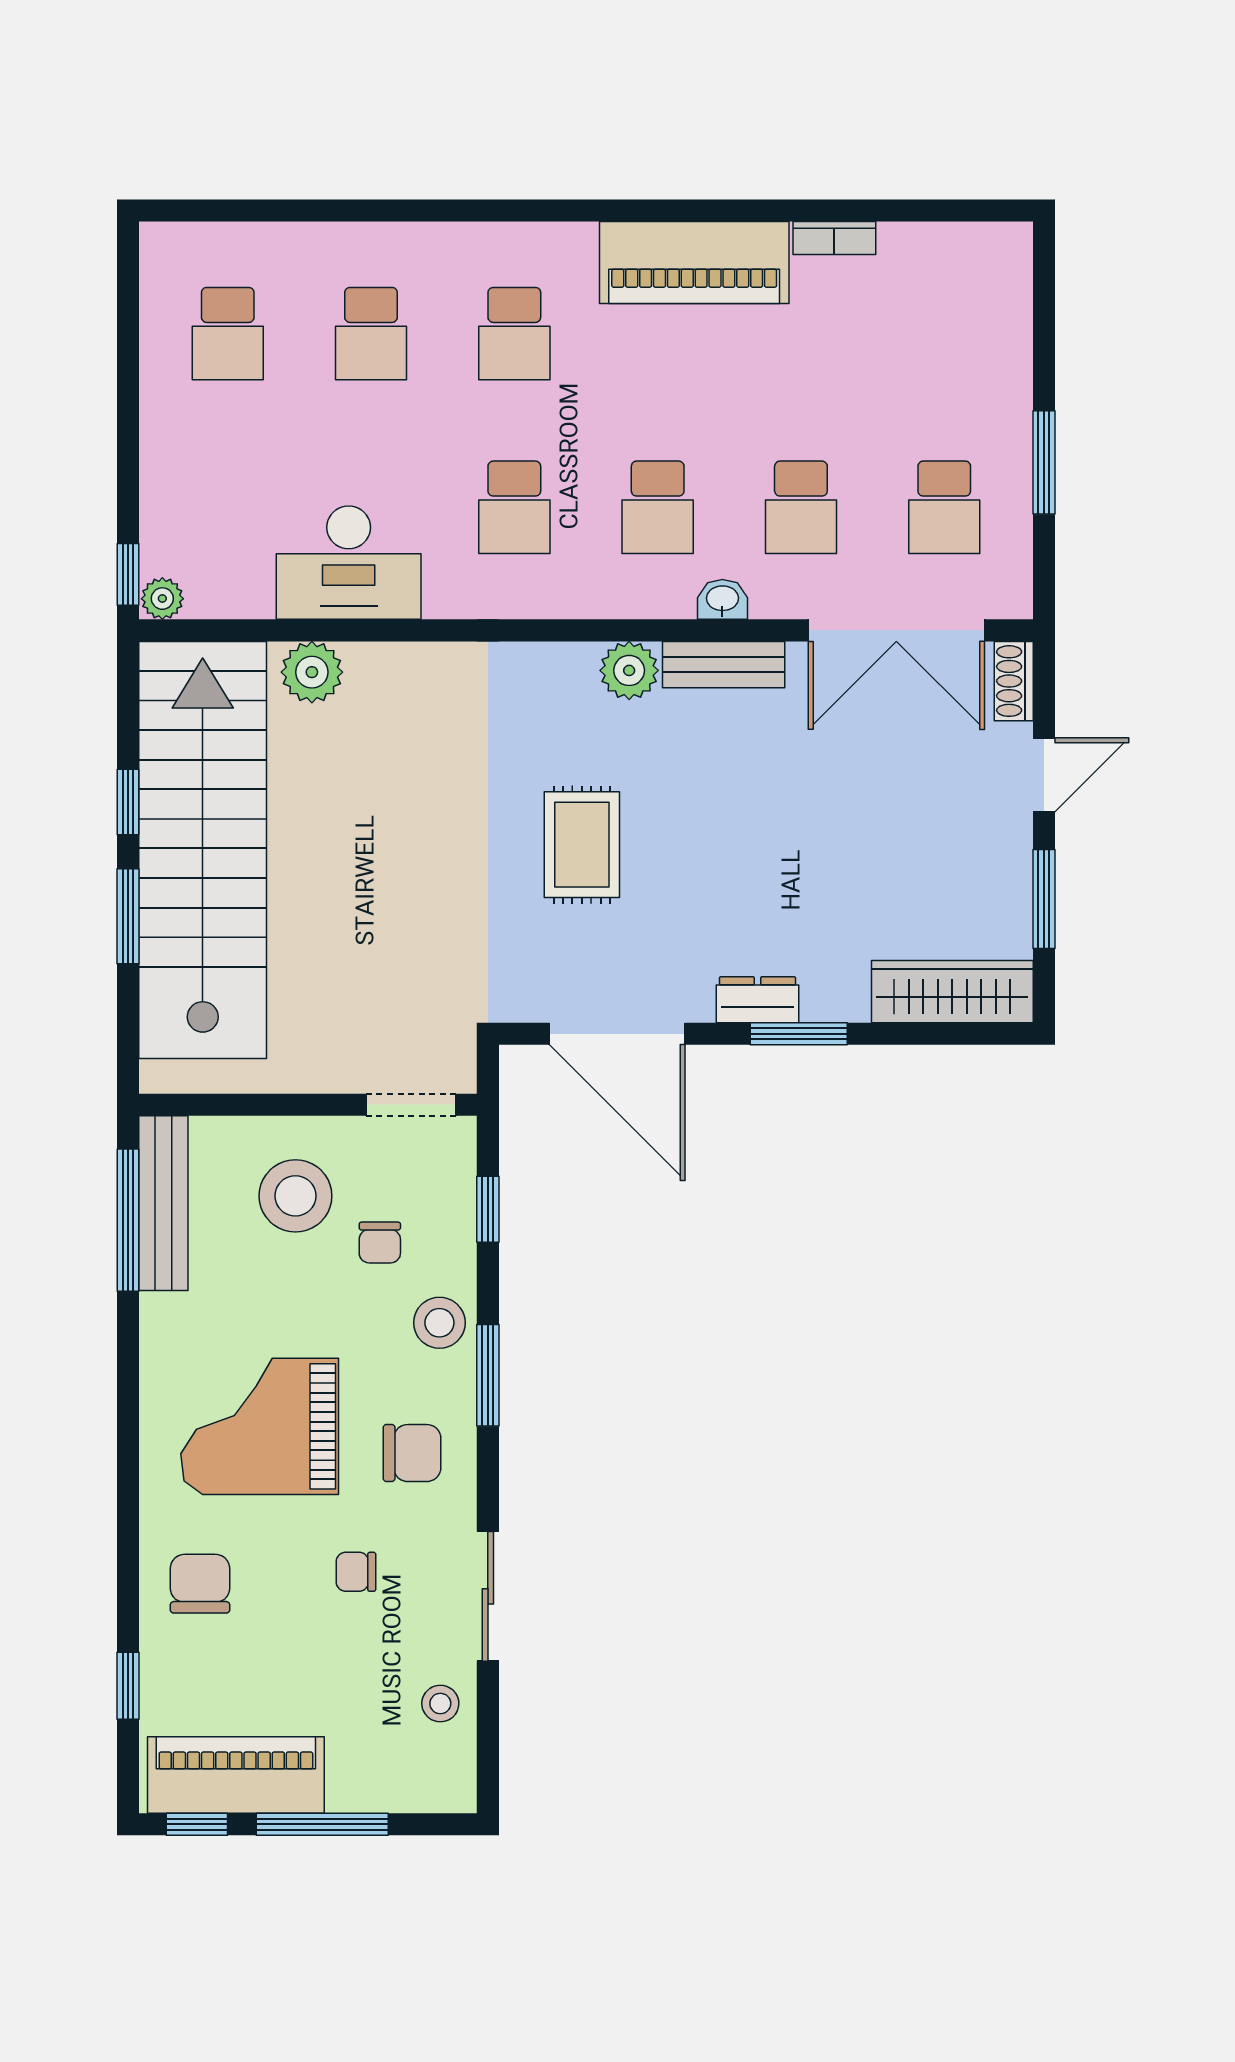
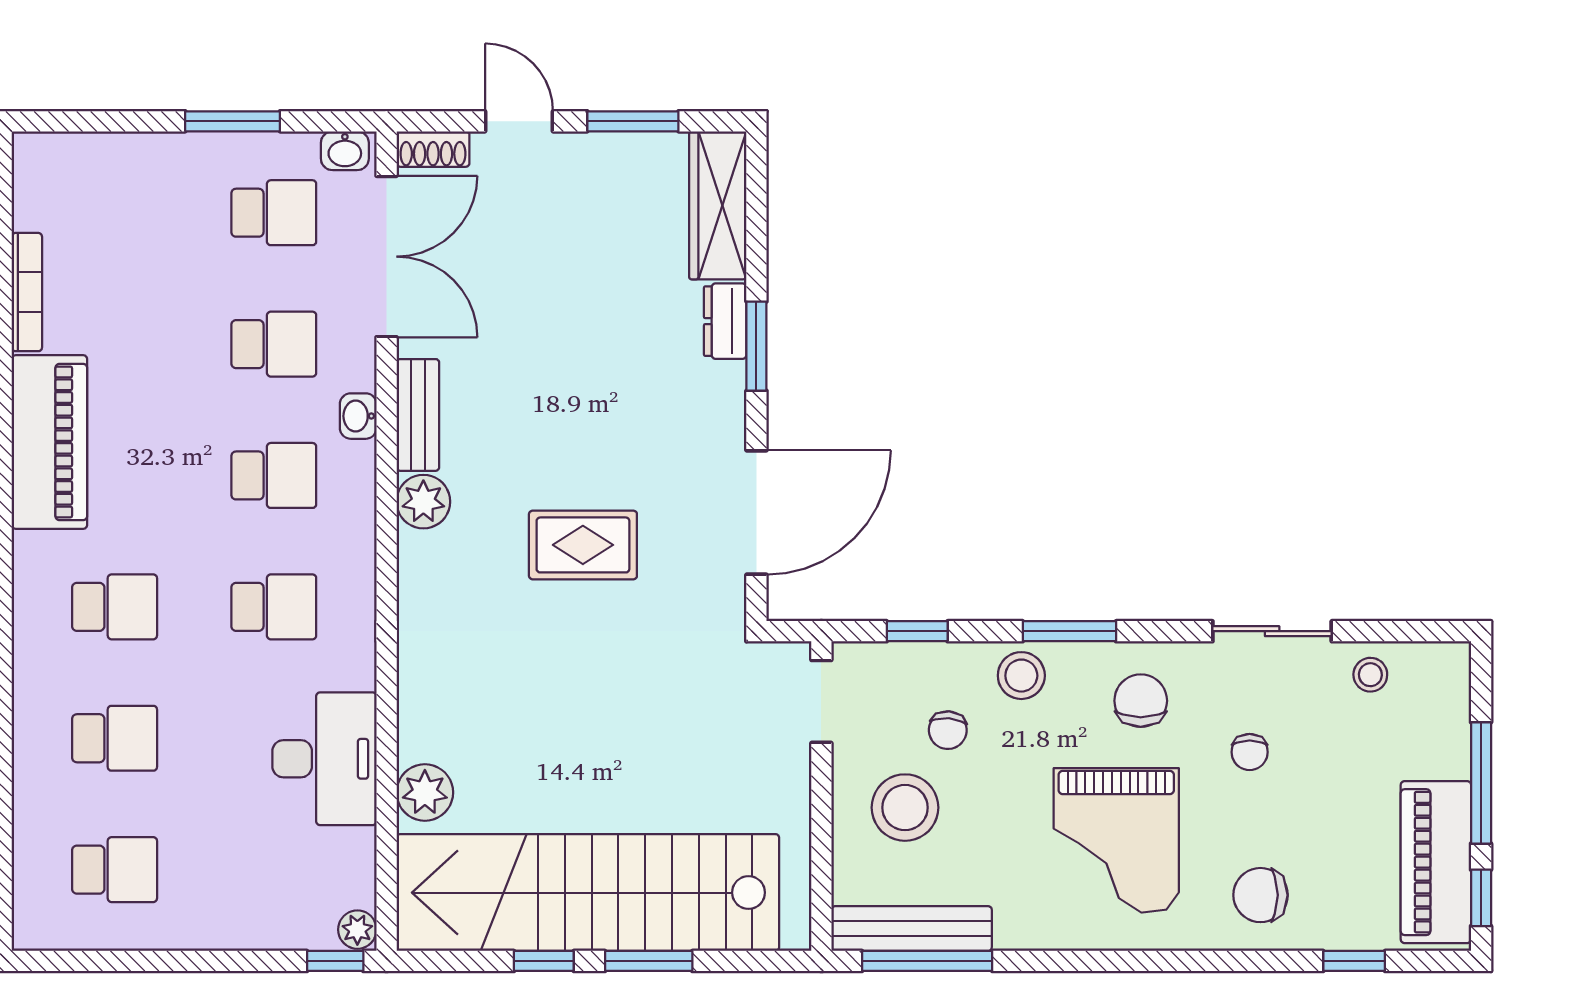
bookcase: (834, 238) -> (27, 292), width x1.56
washbasin: (1012, 585) -> (345, 151), added
dresser: (758, 1000) -> (725, 321), moved
chair: (380, 1243) -> (948, 730), turned 95

